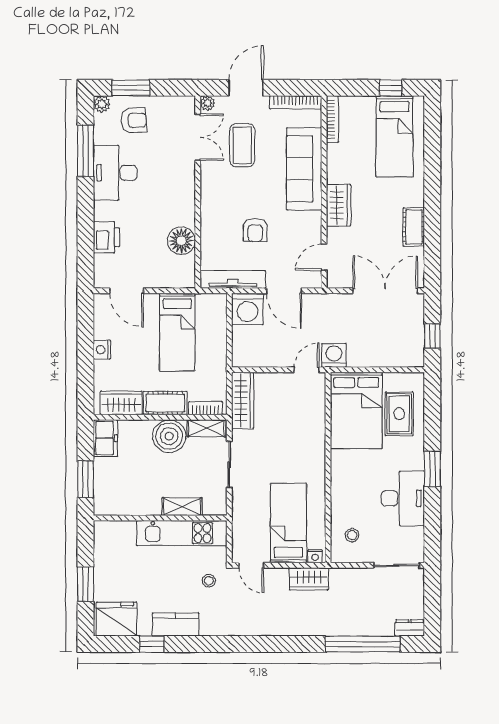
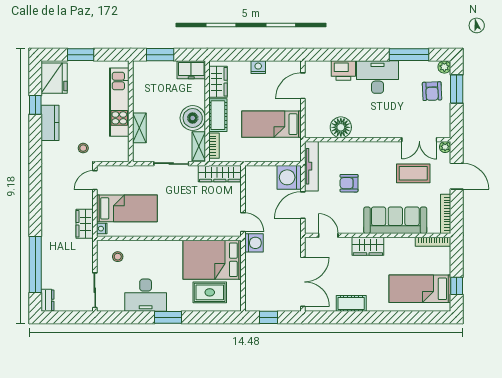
desk: (115, 173) -> (378, 77), moved
kitchen unit: (182, 533) -> (119, 102), moved

